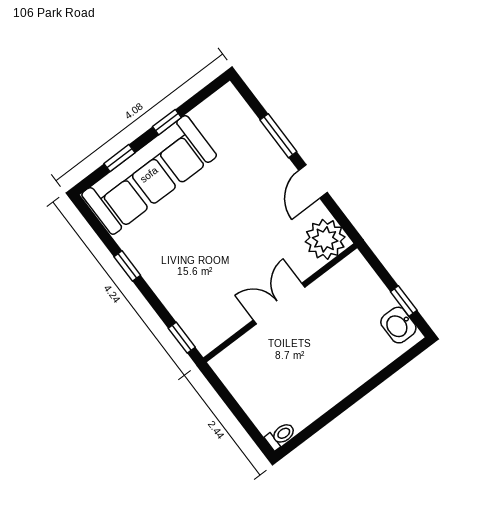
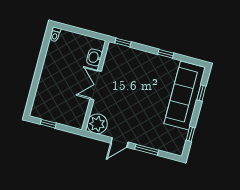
window: (167, 122) -> (190, 134), moved
door: (313, 181) -> (119, 143), swing flipped
double door: (279, 304) -> (96, 85), swing flipped
washbasin: (398, 325) -> (94, 57), moved, turned -90

